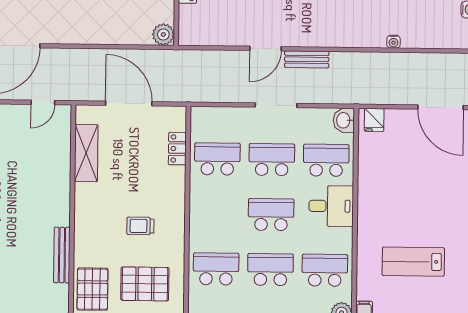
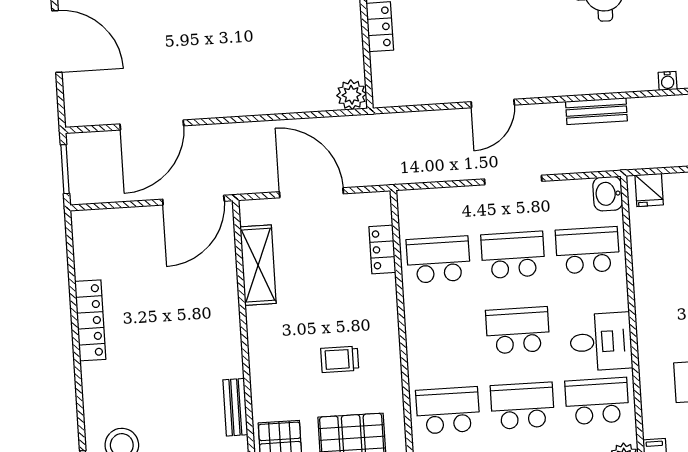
bench: (307, 59) -> (596, 111), moved
door: (43, 102) -> (193, 200), width x1.88
desk: (331, 206) -> (601, 342), moved
bench: (62, 255) -> (235, 407), width x0.73

